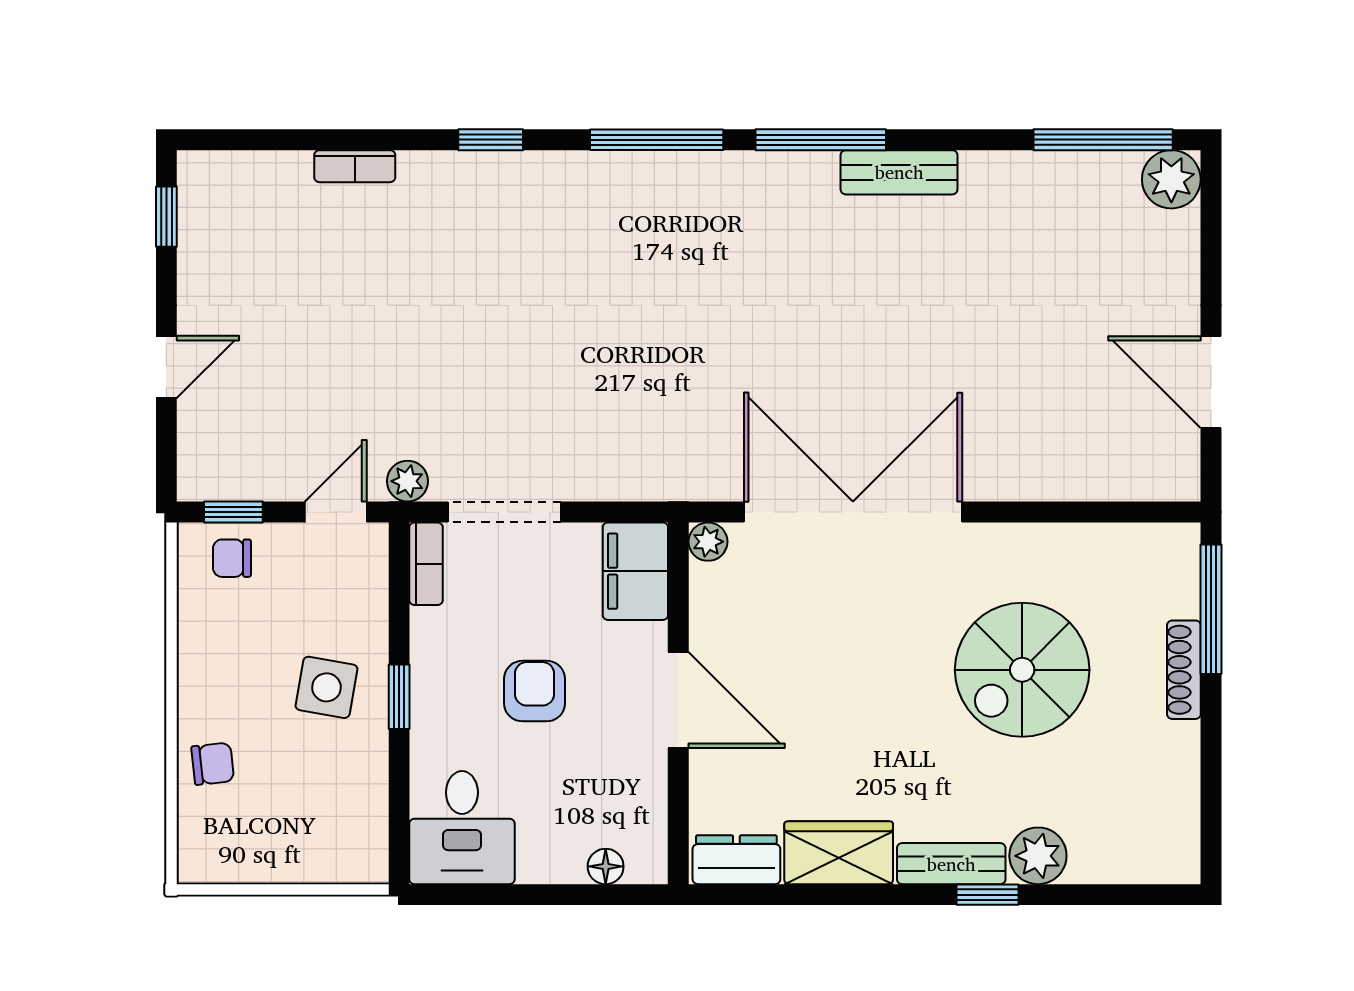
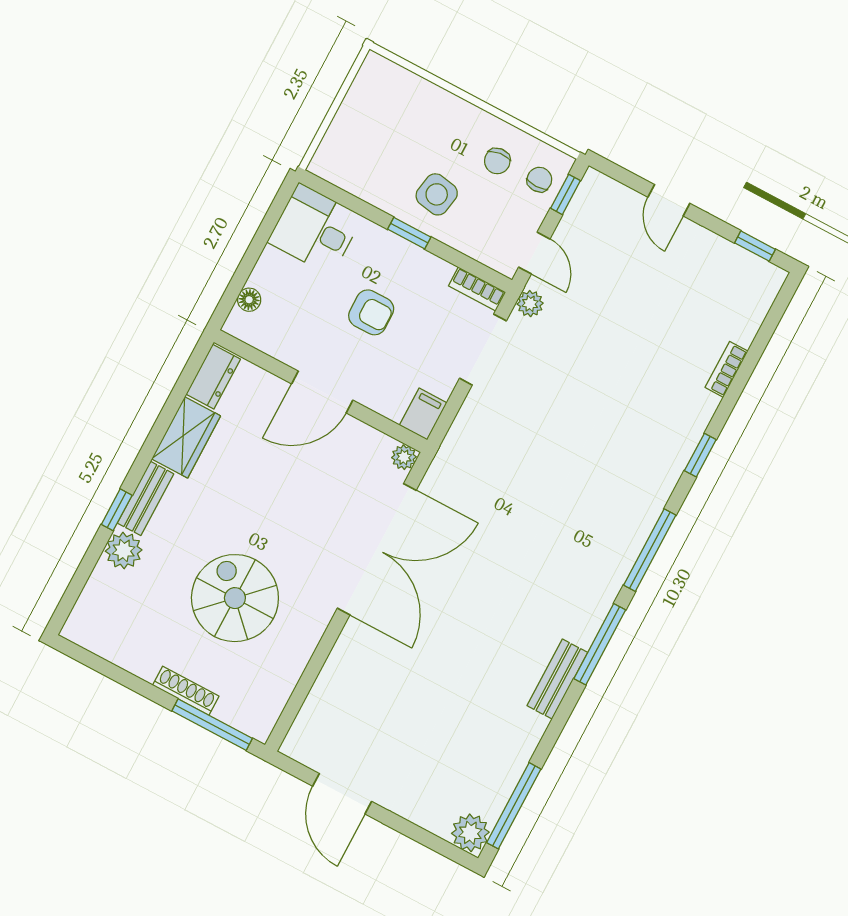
door: (1211, 382) -> (342, 794), swing flipped
filing cabinet: (635, 571) -> (423, 414), width x0.50
chair: (213, 764) -> (497, 161), moved

